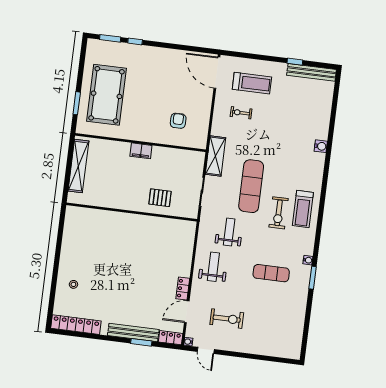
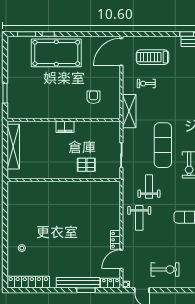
door: (217, 73) -> (121, 52), hinge flipped
treadmill: (252, 83) -> (152, 57), turned 180
pool table: (106, 95) -> (56, 53), moved, turned 90
shelving: (216, 156) -> (129, 111), moved
weight bench: (213, 267) -> (139, 218), turned 180
exercise bike: (227, 319) -> (165, 269), moved

